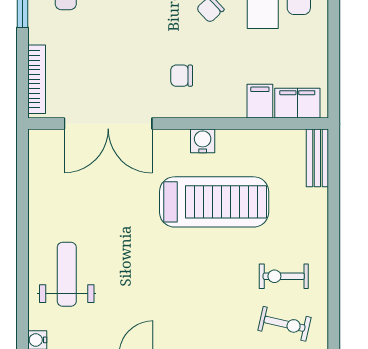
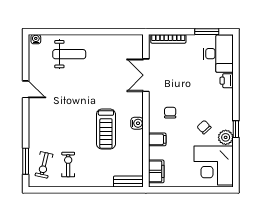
filing cabinet: (260, 101) -> (157, 139), moved
double door: (108, 124) -> (146, 75), width x0.73
treadmill: (214, 202) -> (106, 129), width x0.73, depth x0.73

